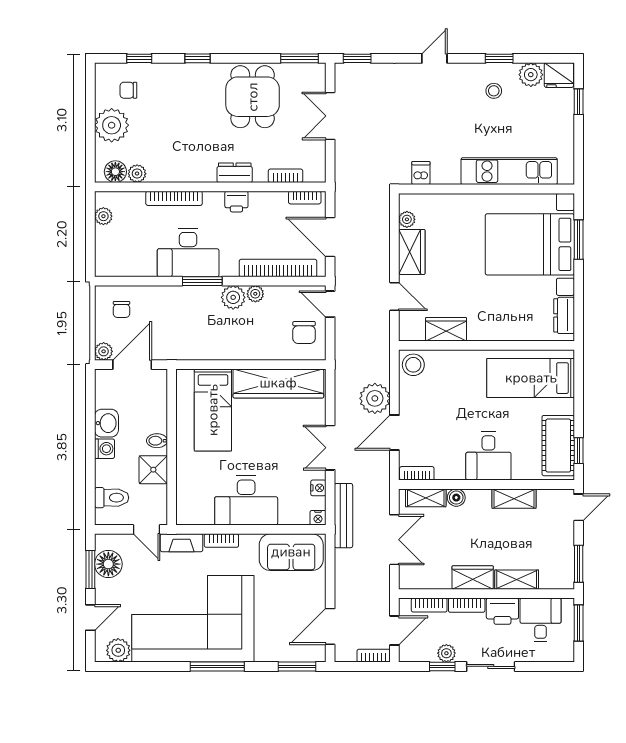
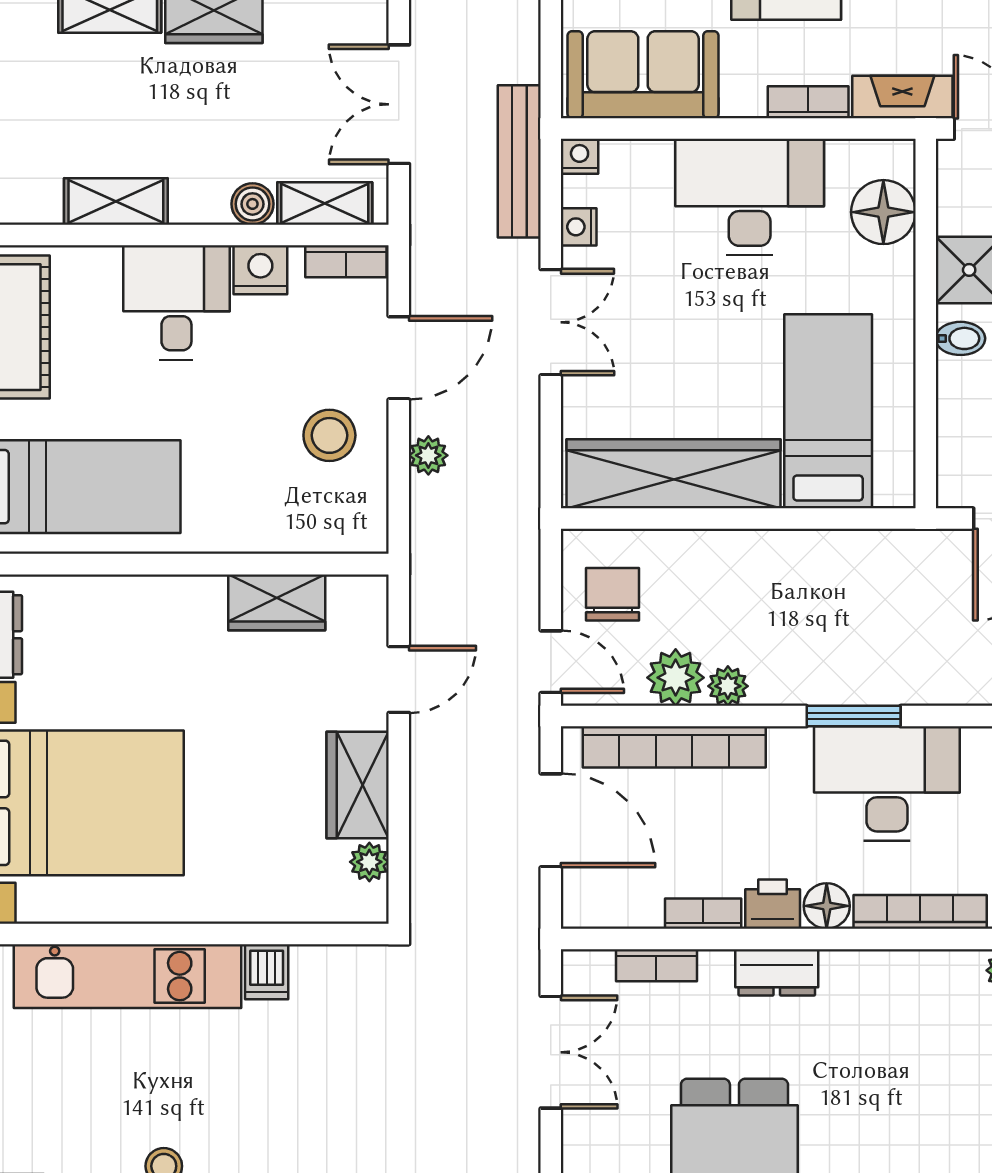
double door: (330, 116) -> (551, 1052), moved
dishwasher: (421, 173) -> (267, 972), moved
bookcase: (305, 198) -> (703, 914), moved
floor lamp: (214, 201) -> (827, 906), added
plant: (233, 297) -> (676, 678), moved
door: (394, 297) -> (399, 679), swing flipped
stool: (413, 365) -> (329, 435), moved
plant: (375, 398) -> (428, 455), width x0.53, depth x0.53
nightstand: (453, 470) -> (260, 270), added
floor lamp: (190, 494) -> (883, 212), added

